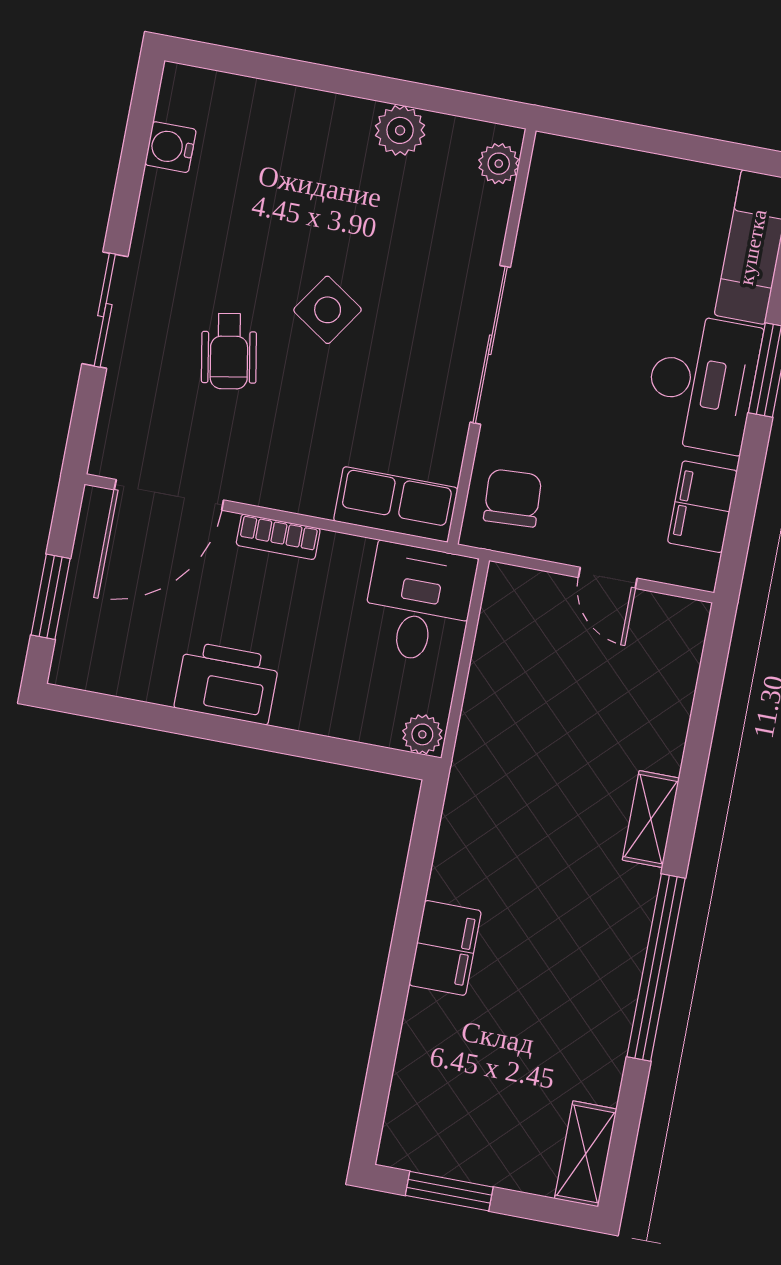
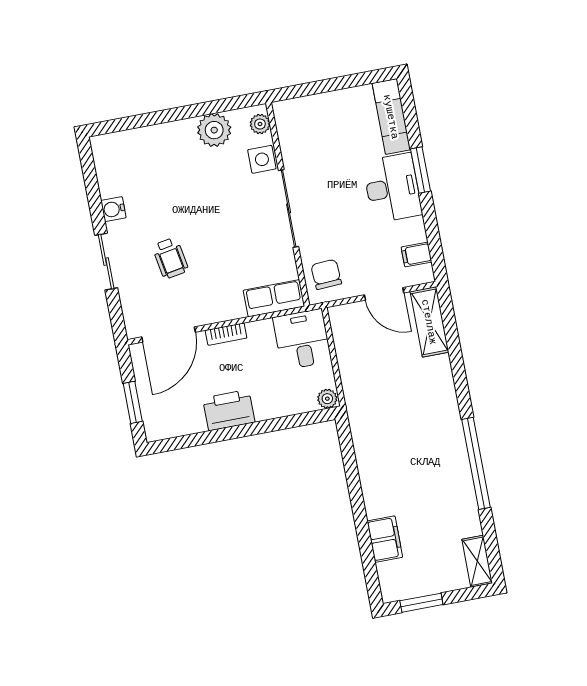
plant: (400, 130) -> (214, 130), width x1.36, depth x1.36
water cooler: (171, 147) -> (113, 209), moved
side table: (328, 310) -> (262, 159), moved, turned -34
filing cabinet: (702, 507) -> (416, 254), width x0.50
door: (608, 578) -> (384, 294), width x1.38
shelving: (651, 819) -> (429, 322), moved, width x1.50, depth x1.33
filing cabinet: (445, 948) -> (385, 539), moved

